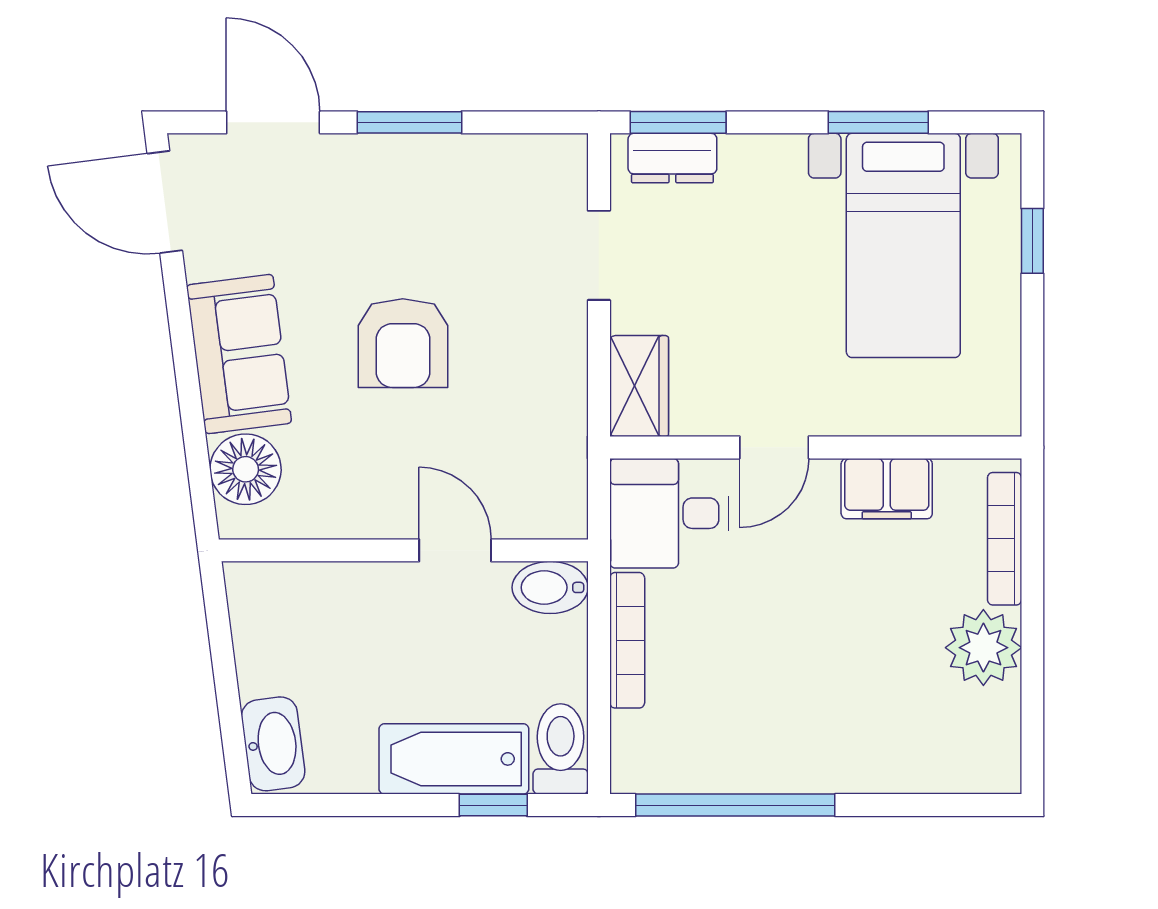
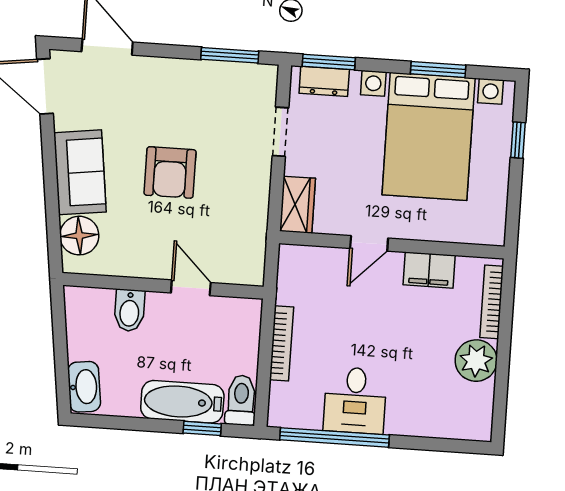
window: (409, 122) -> (230, 55), moved
bed with nightstands: (903, 245) -> (429, 136), width x1.36
desk: (669, 513) -> (355, 400), moved, turned -90
bidet: (550, 587) -> (129, 310), moved, turned -90

